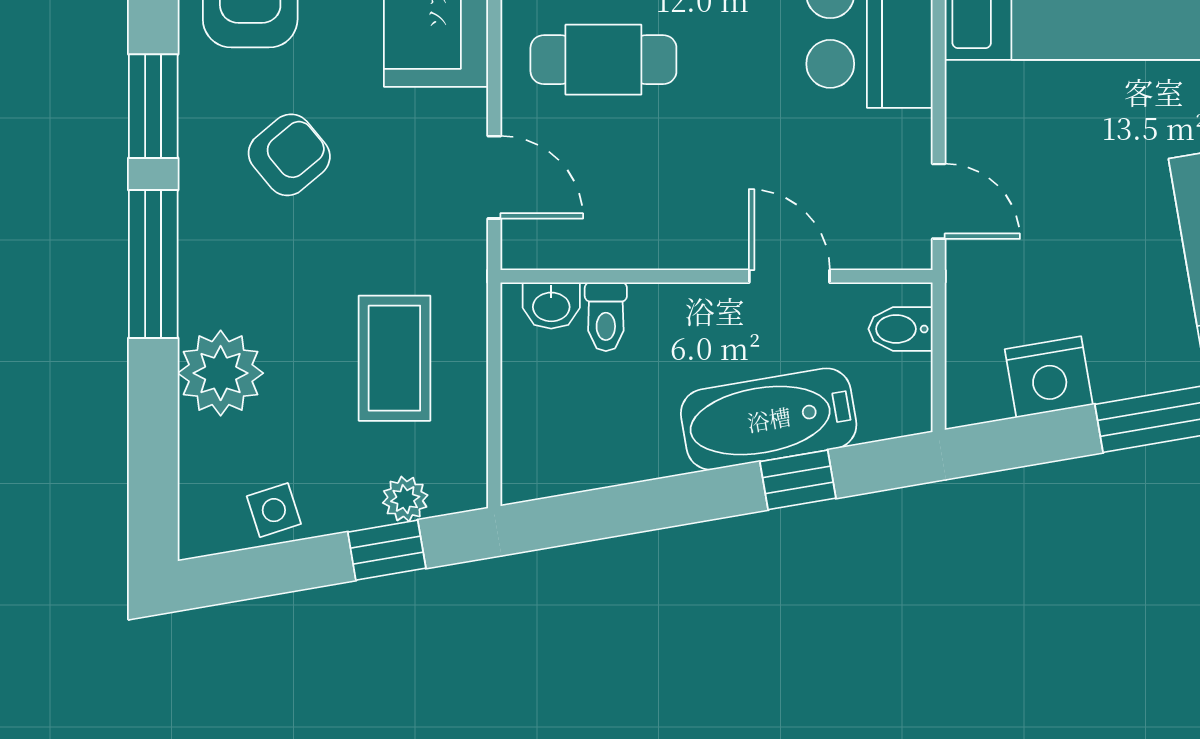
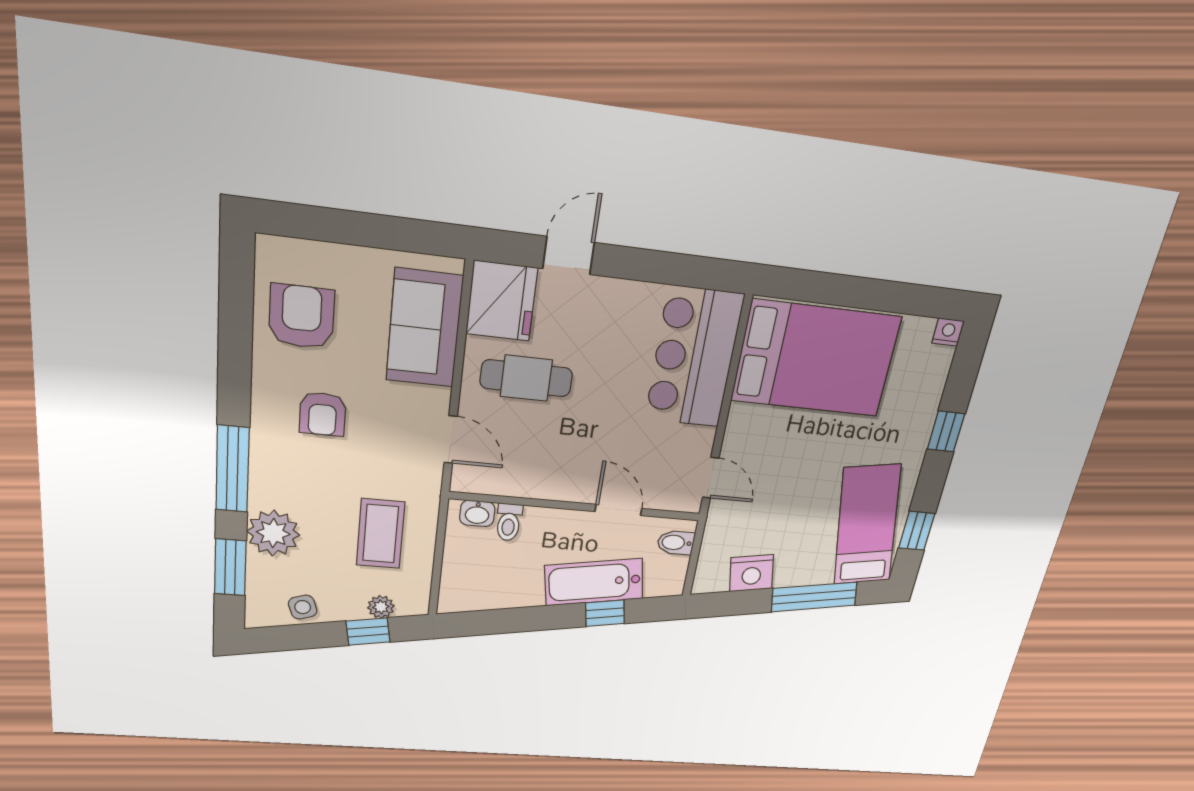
window: (153, 106) -> (230, 567), moved
armchair: (289, 155) -> (323, 414), turned 130

